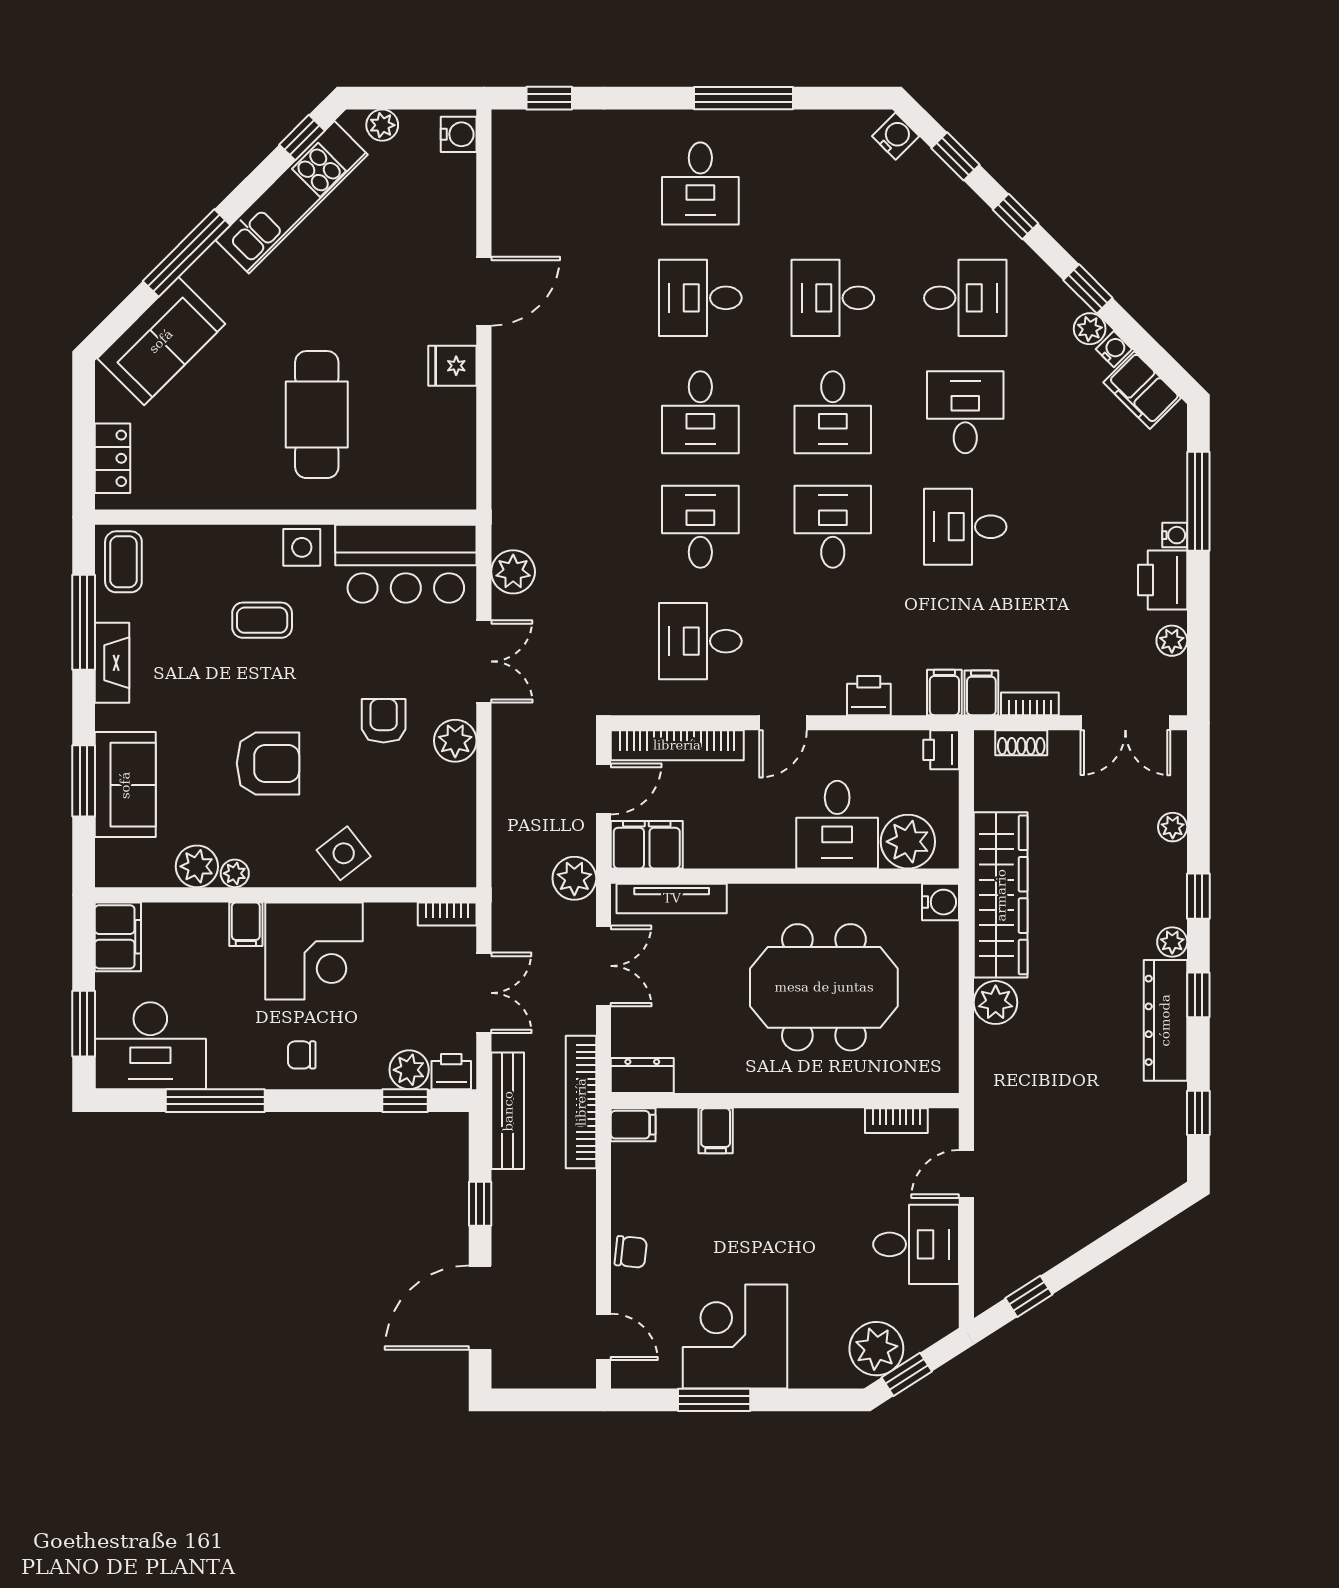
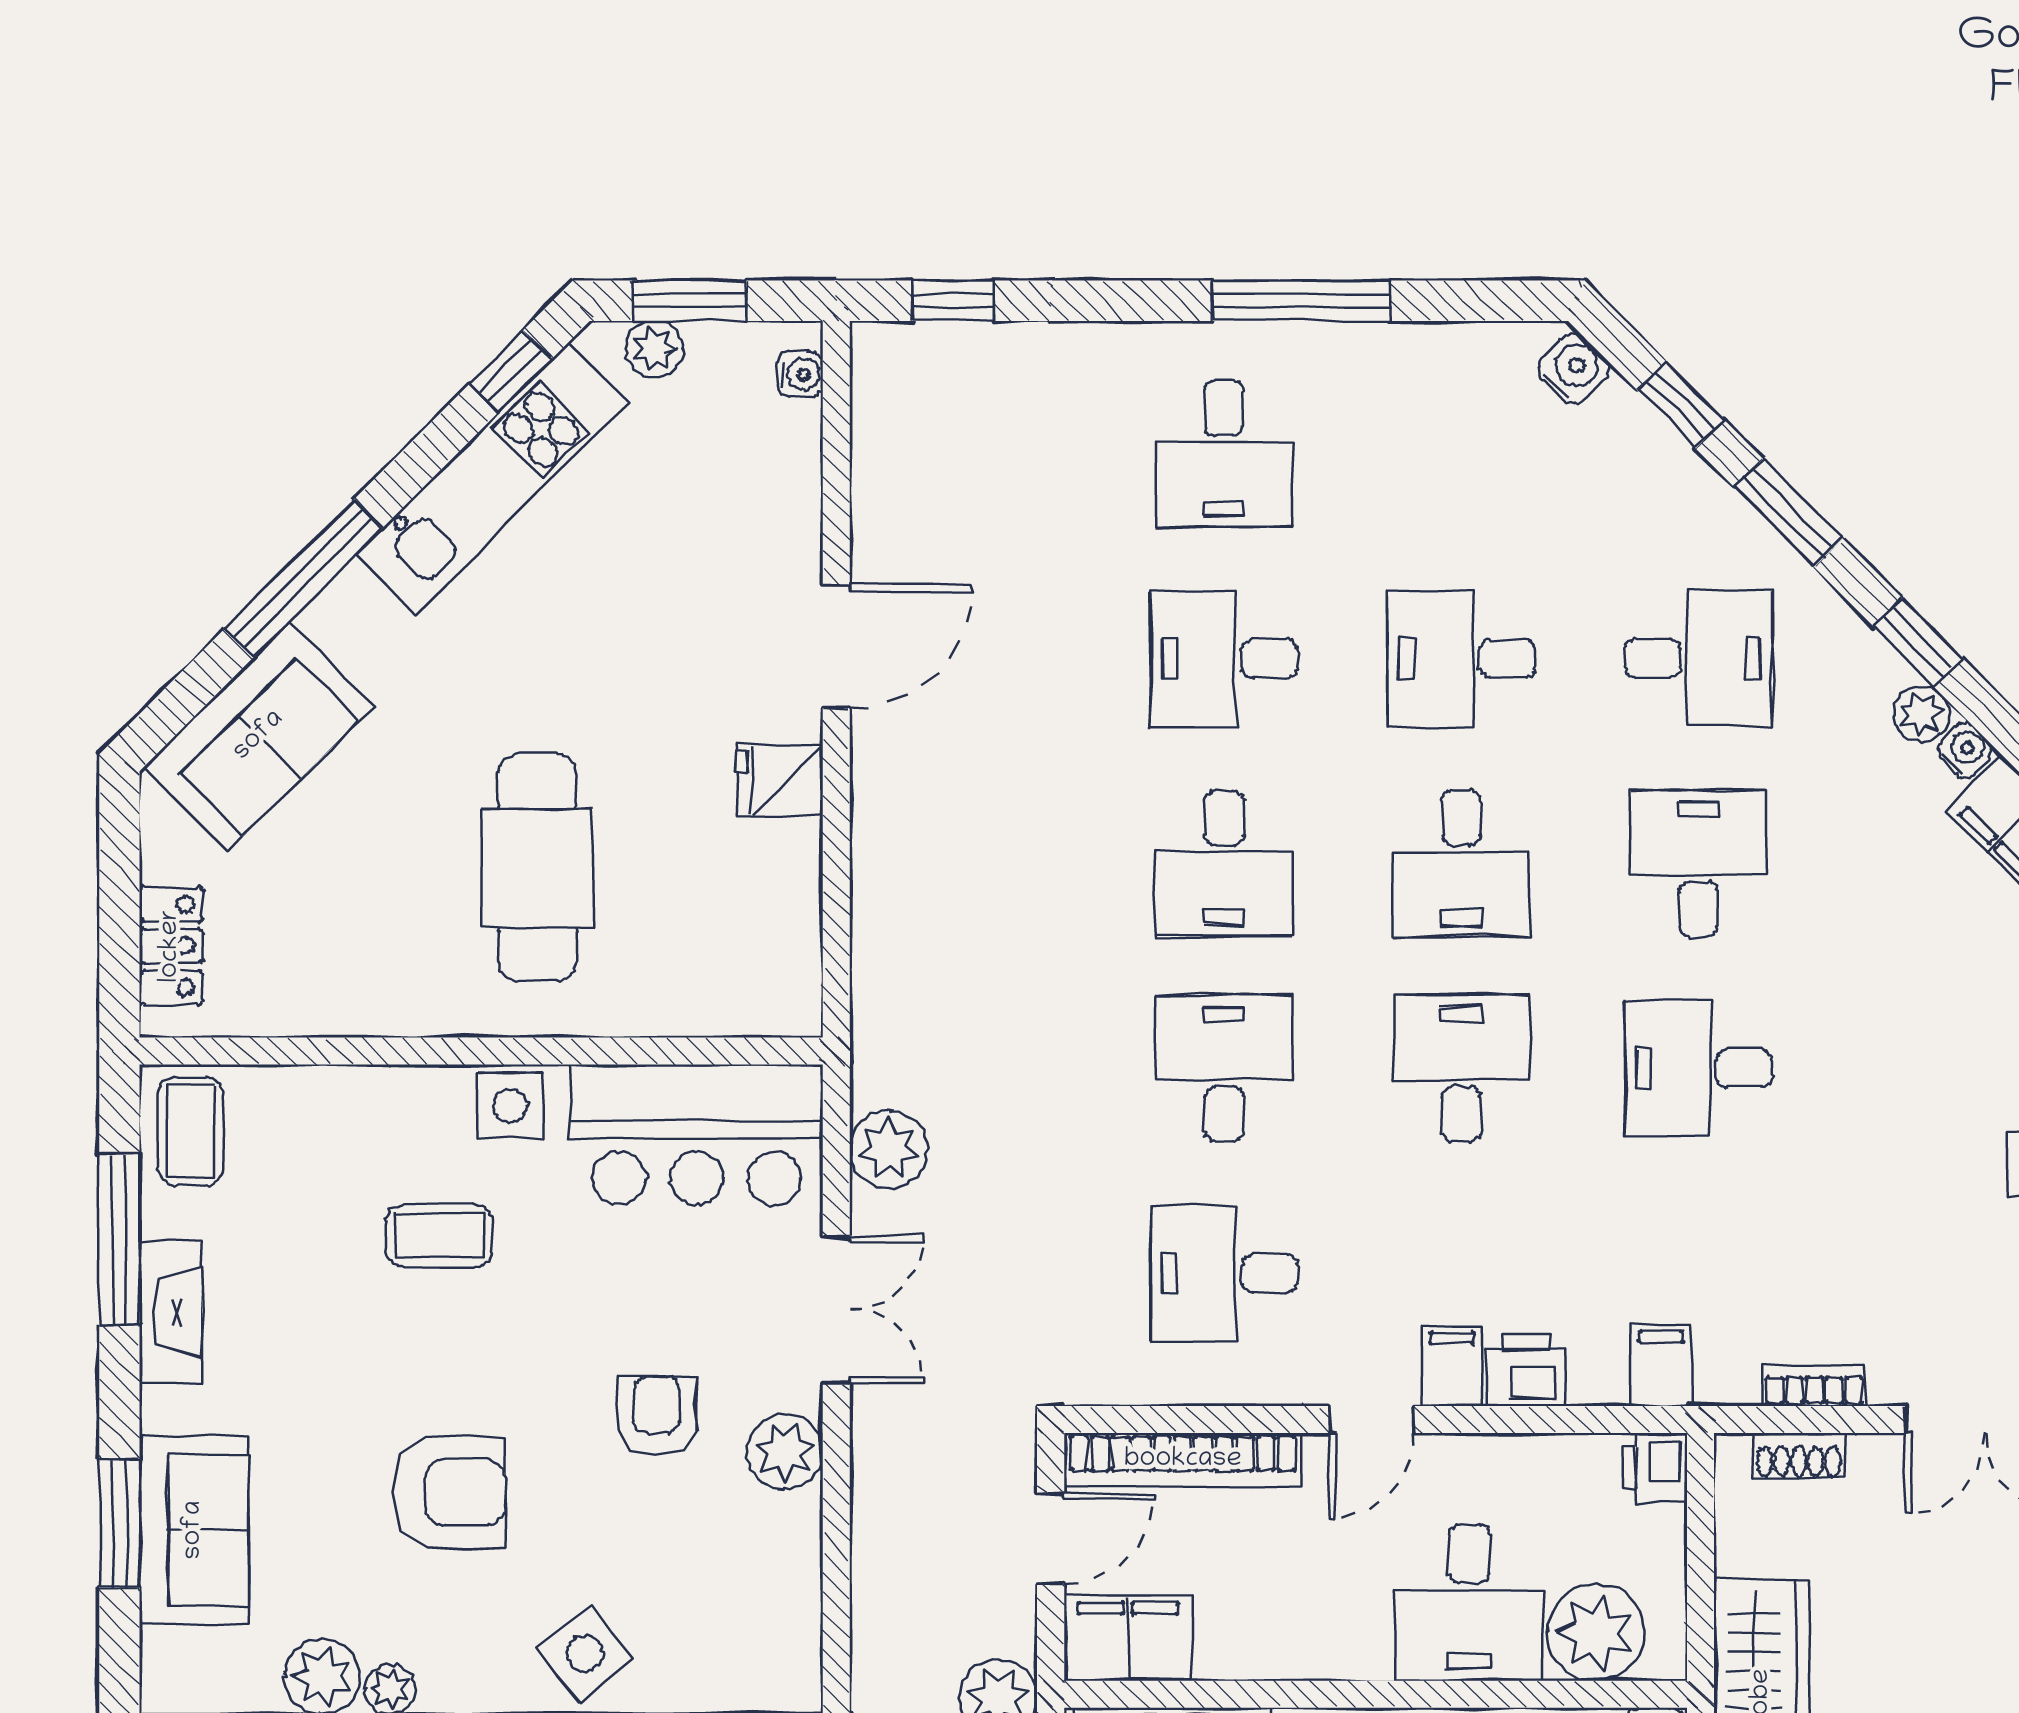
window: (402, 98) -> (690, 301), added
water cooler: (459, 134) -> (800, 374), width x0.72, depth x0.72
window: (1016, 217) -> (1789, 513), width x1.50
filing cabinet: (981, 693) -> (1451, 1366), moved

